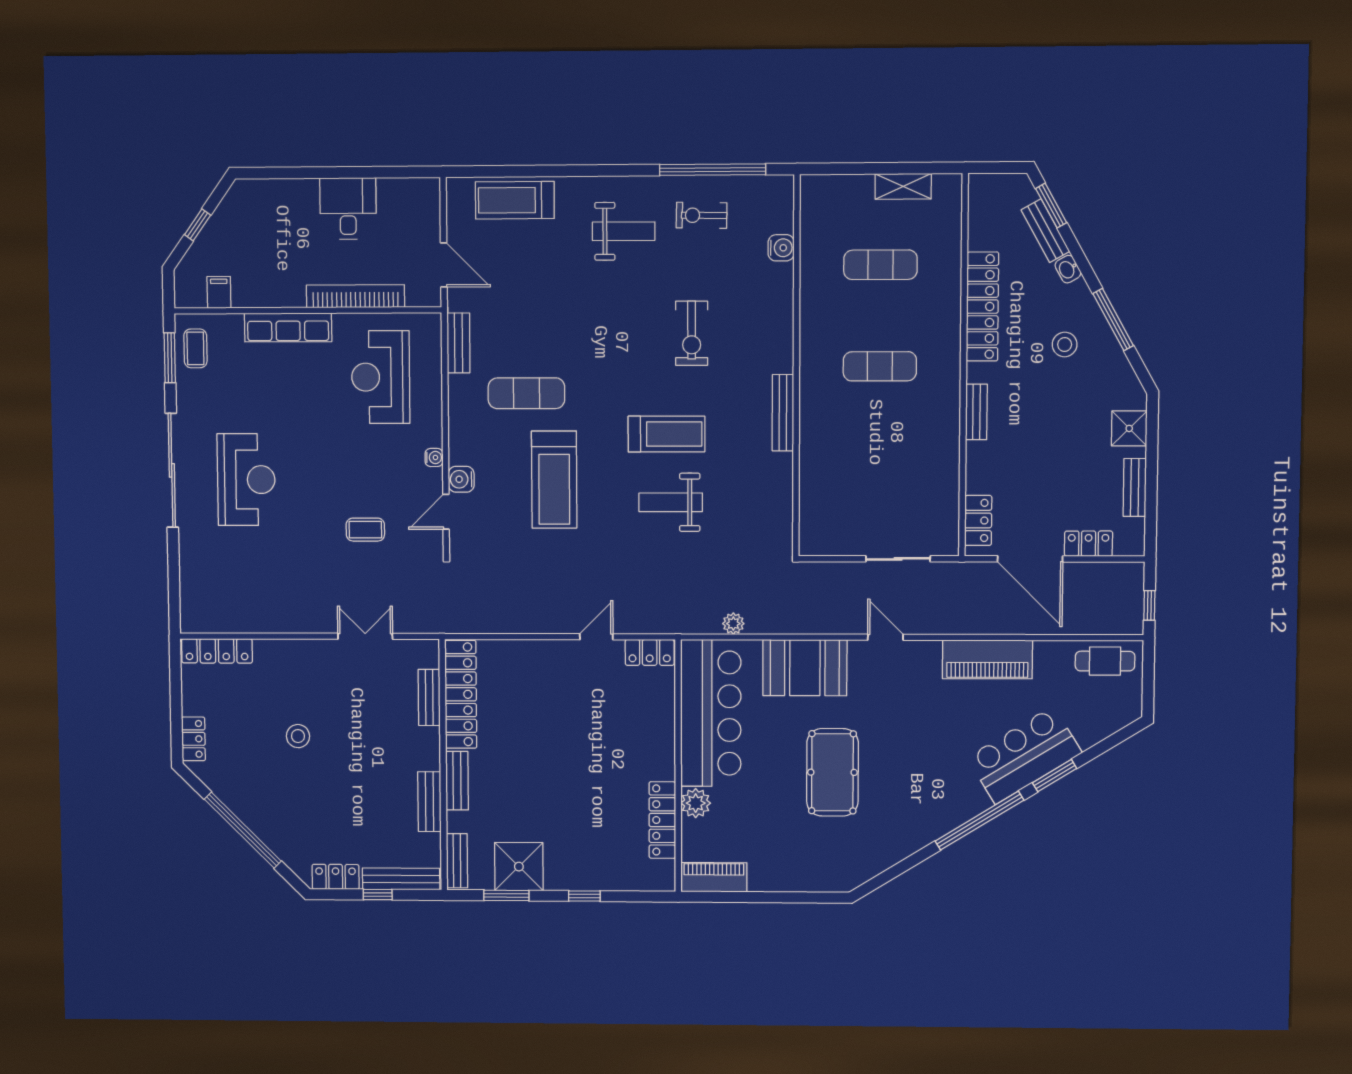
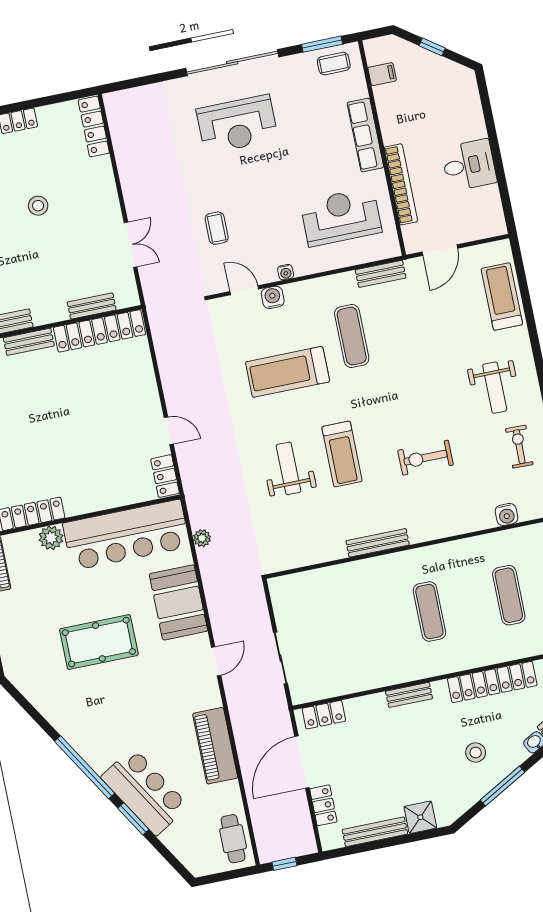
bench: (1135, 487) -> (375, 832), width x1.36

